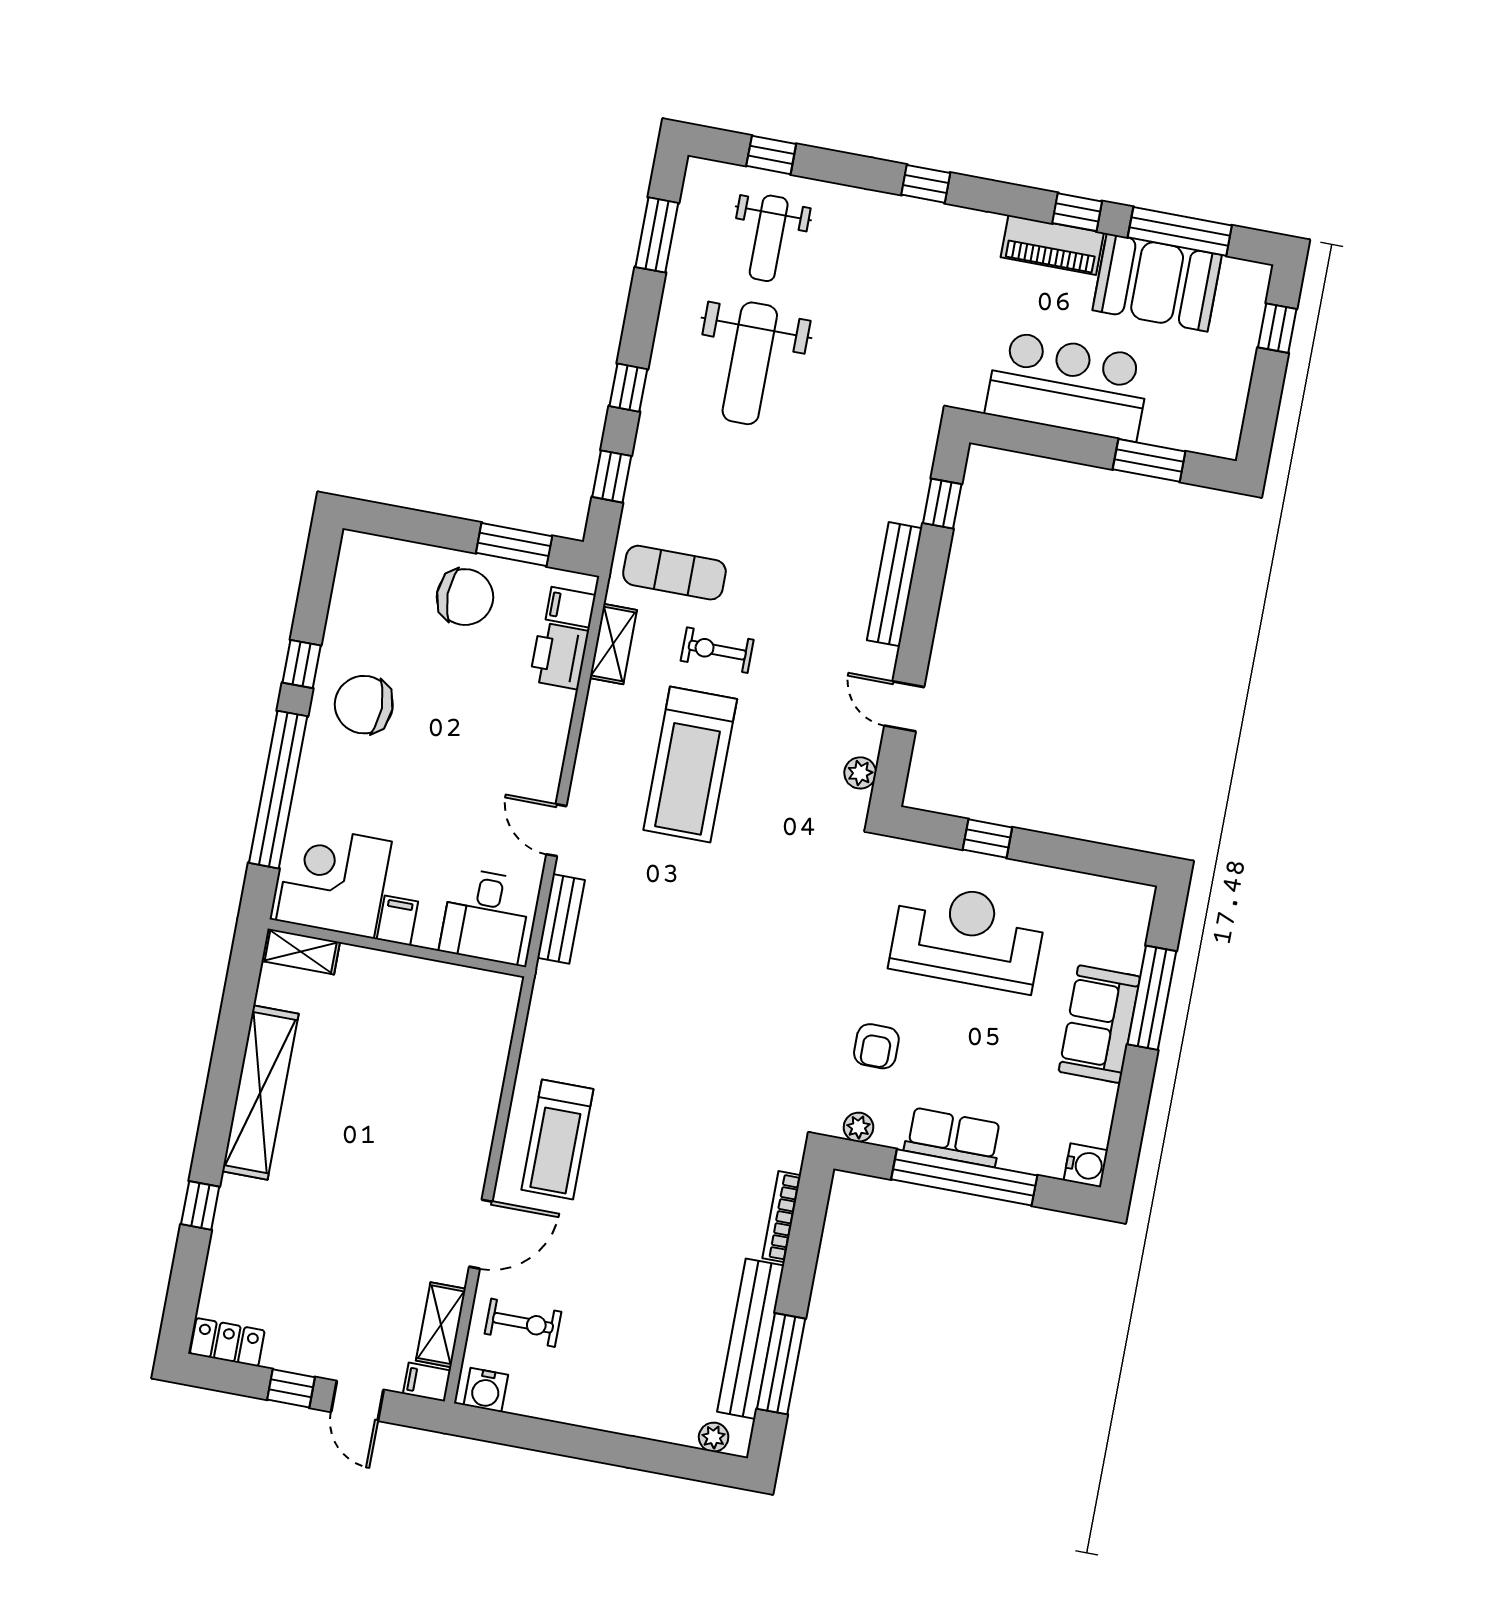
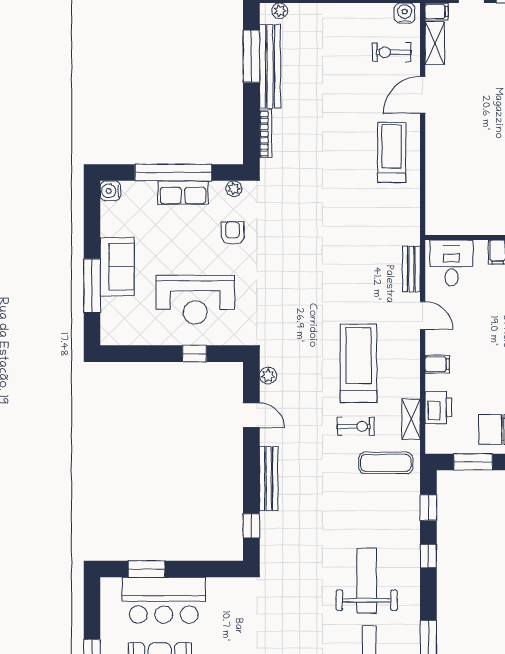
bar counter: (1068, 386) -> (164, 600), moved
filing cabinet: (571, 607) -> (437, 364), moved

